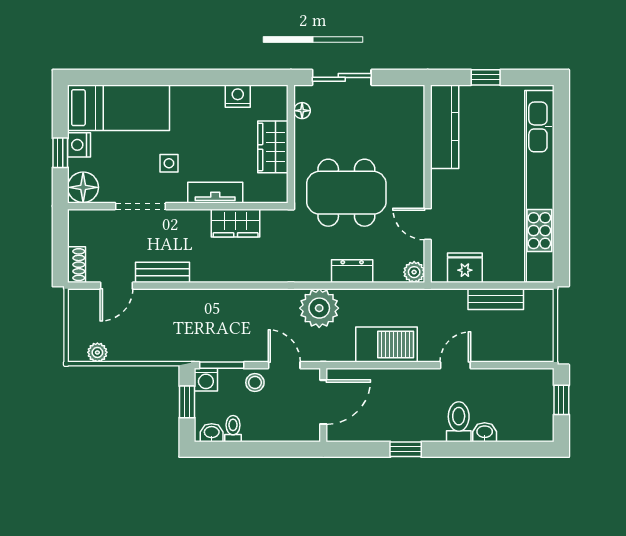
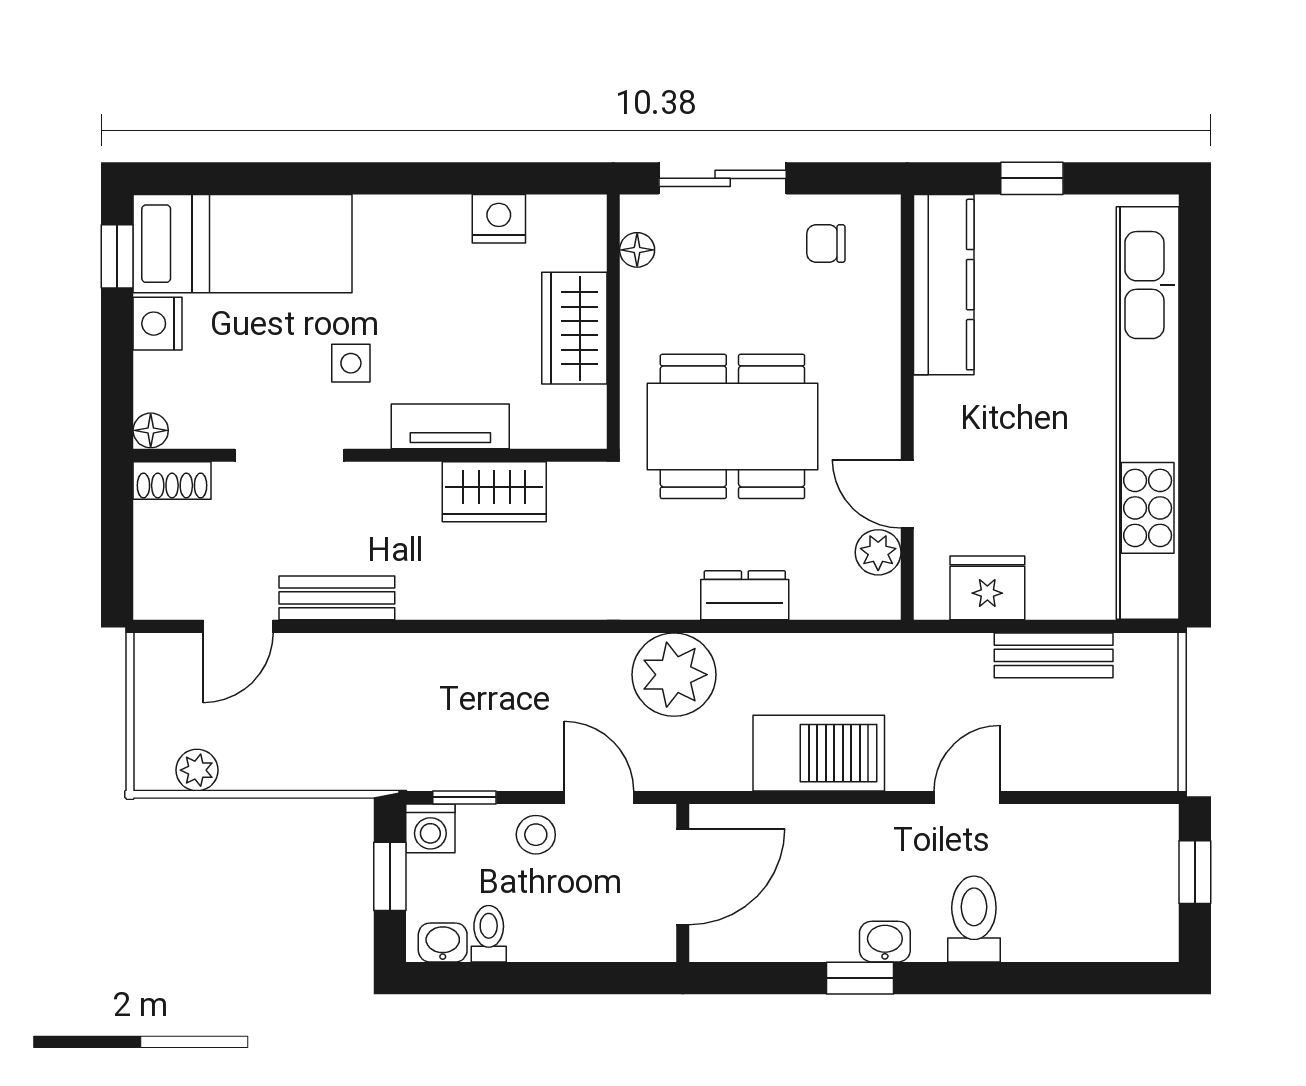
chair: (390, 108) -> (826, 244), added
window: (60, 153) -> (117, 256), moved
floor lamp: (83, 187) -> (151, 430), width x0.53, depth x0.53
shoe rack: (76, 265) -> (172, 481), moved, turned 90
plant: (414, 272) -> (878, 552), moved
window: (222, 365) -> (464, 797), width x0.67
washbasin: (485, 432) -> (885, 942), moved

